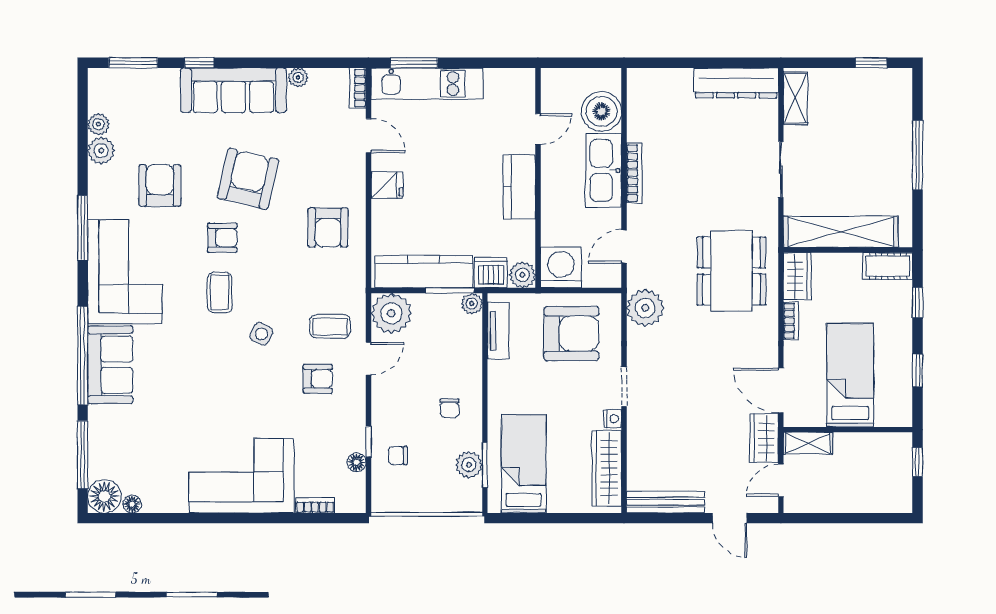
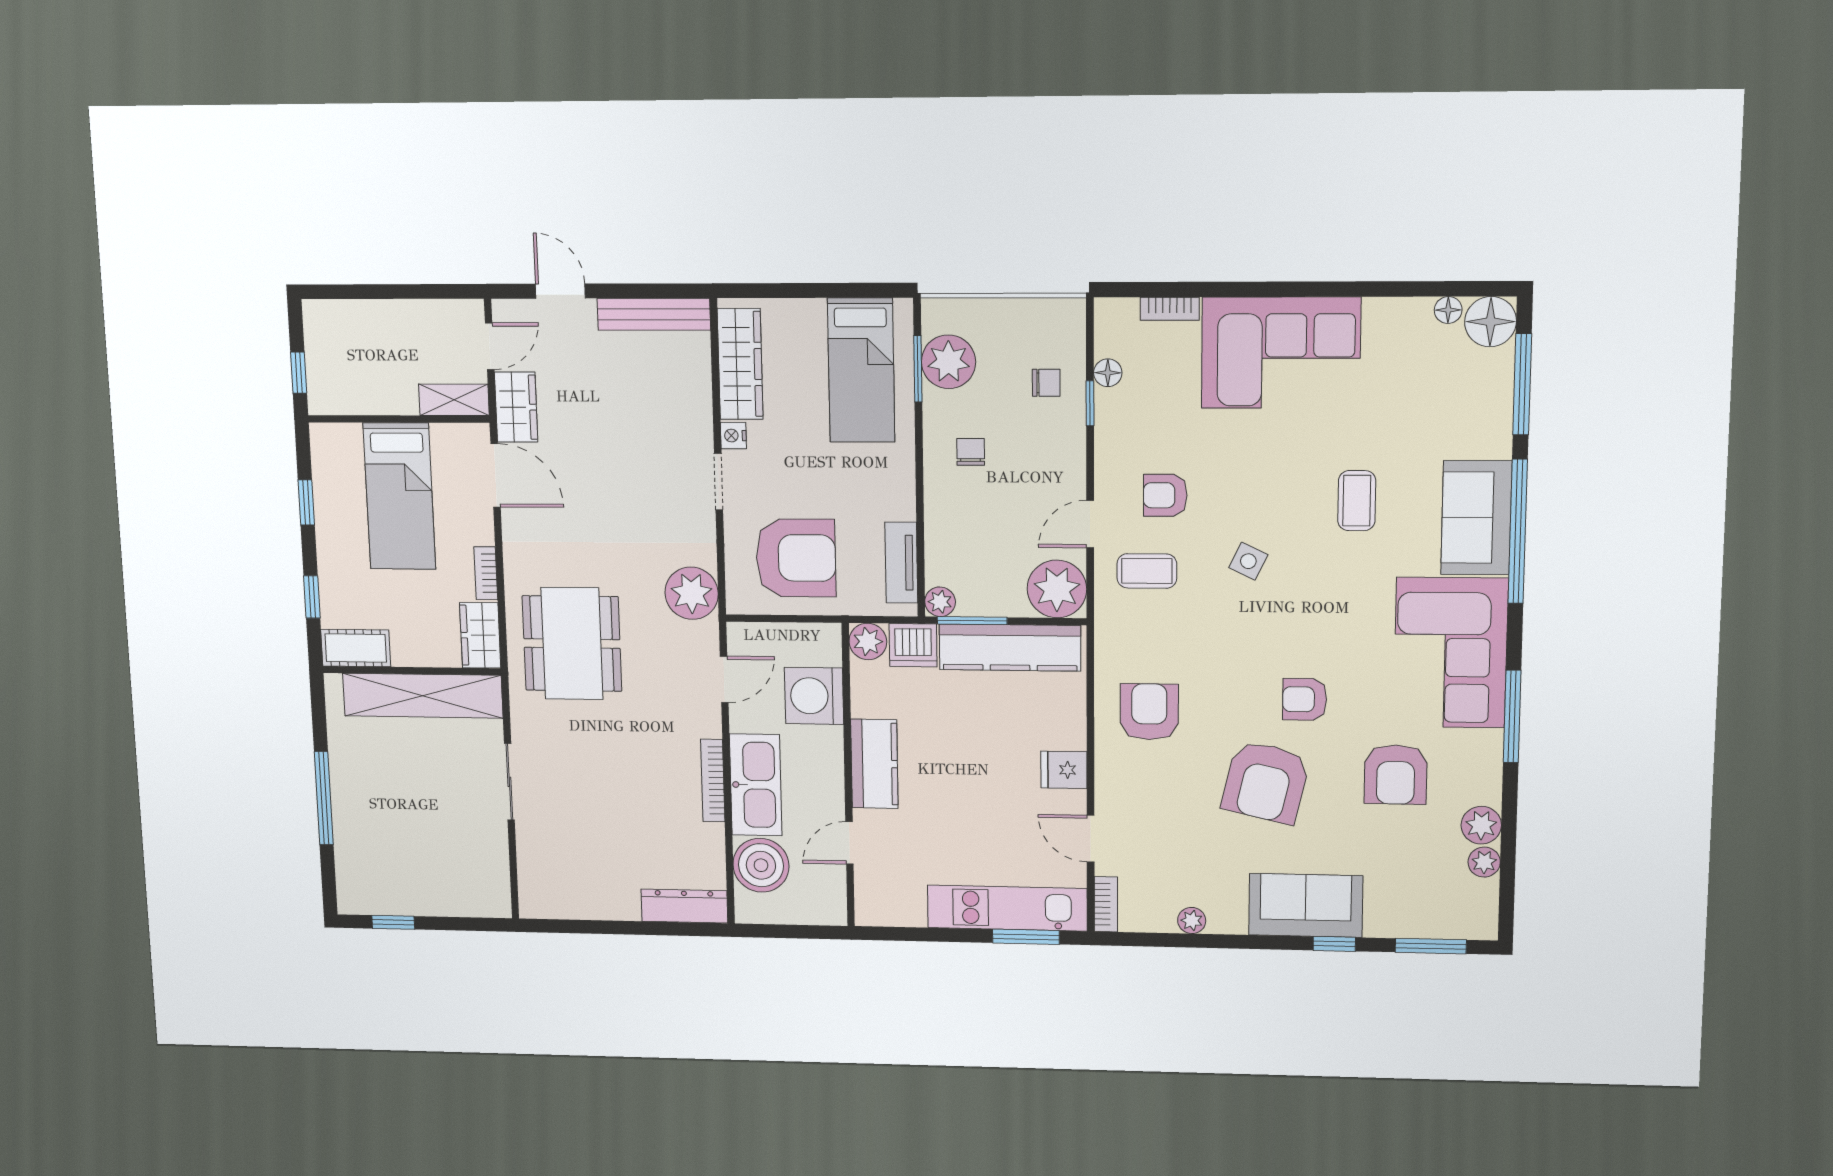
dresser: (736, 83) -> (684, 906), moved, width x0.73, depth x0.80
sofa: (233, 90) -> (1306, 905), width x0.73
shelving: (795, 98) -> (494, 878), removed
washing machine: (561, 268) -> (814, 696), moved, turned 90
coffee table: (220, 292) -> (1357, 501), moved
armchair: (571, 334) -> (796, 558), turned 180
plant: (469, 465) -> (949, 362), width x1.36, depth x1.36

